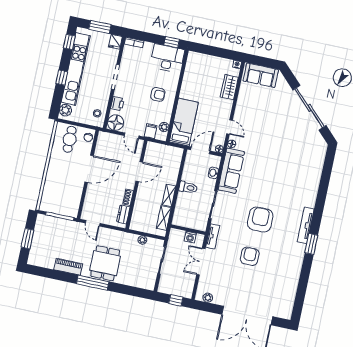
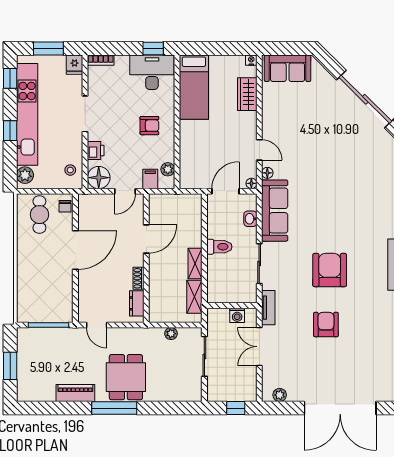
bed: (184, 122) -> (194, 87), moved, turned 180
door: (132, 136) -> (125, 191), hinge flipped

